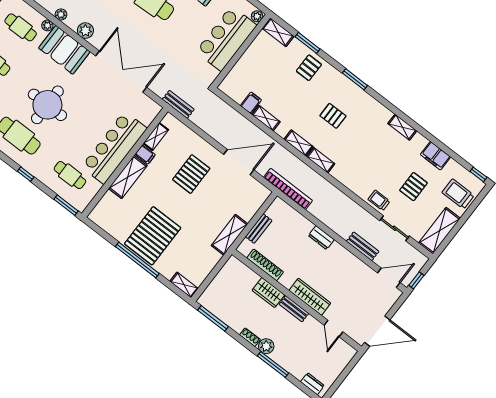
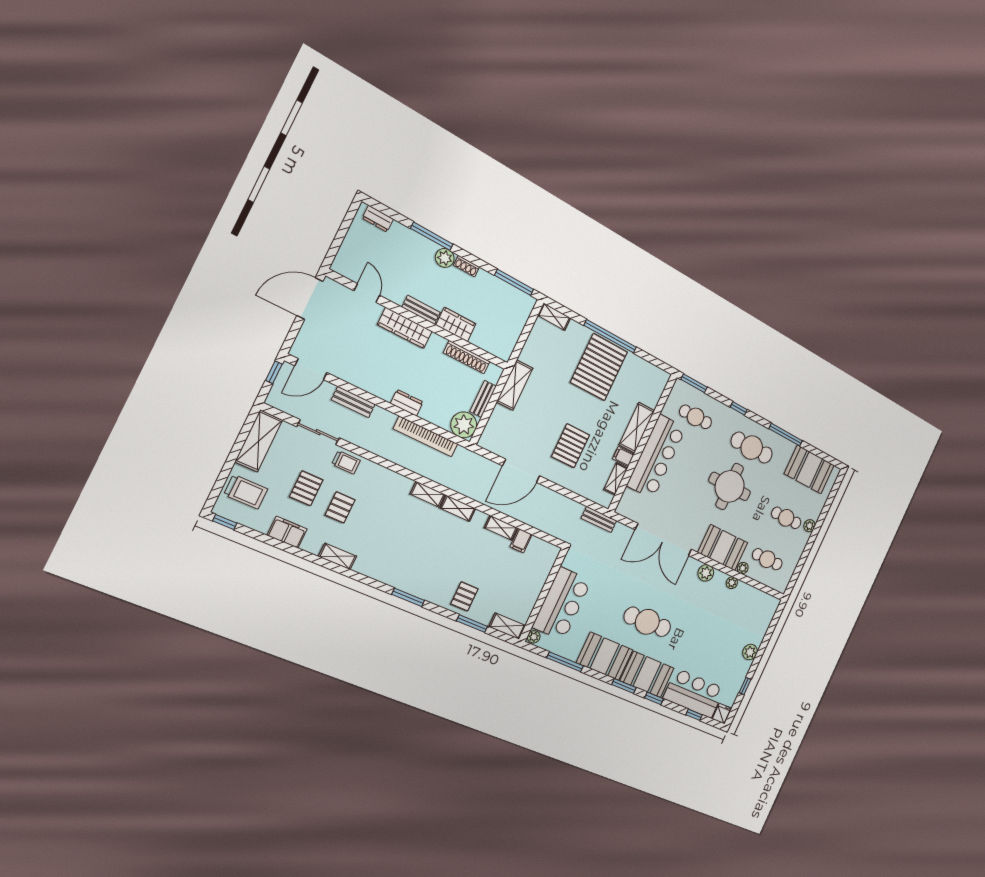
pallet: (333, 116) -> (340, 507), moved, turned 90
bookcase: (288, 189) -> (426, 436), moved
plant: (279, 211) -> (464, 425), added

